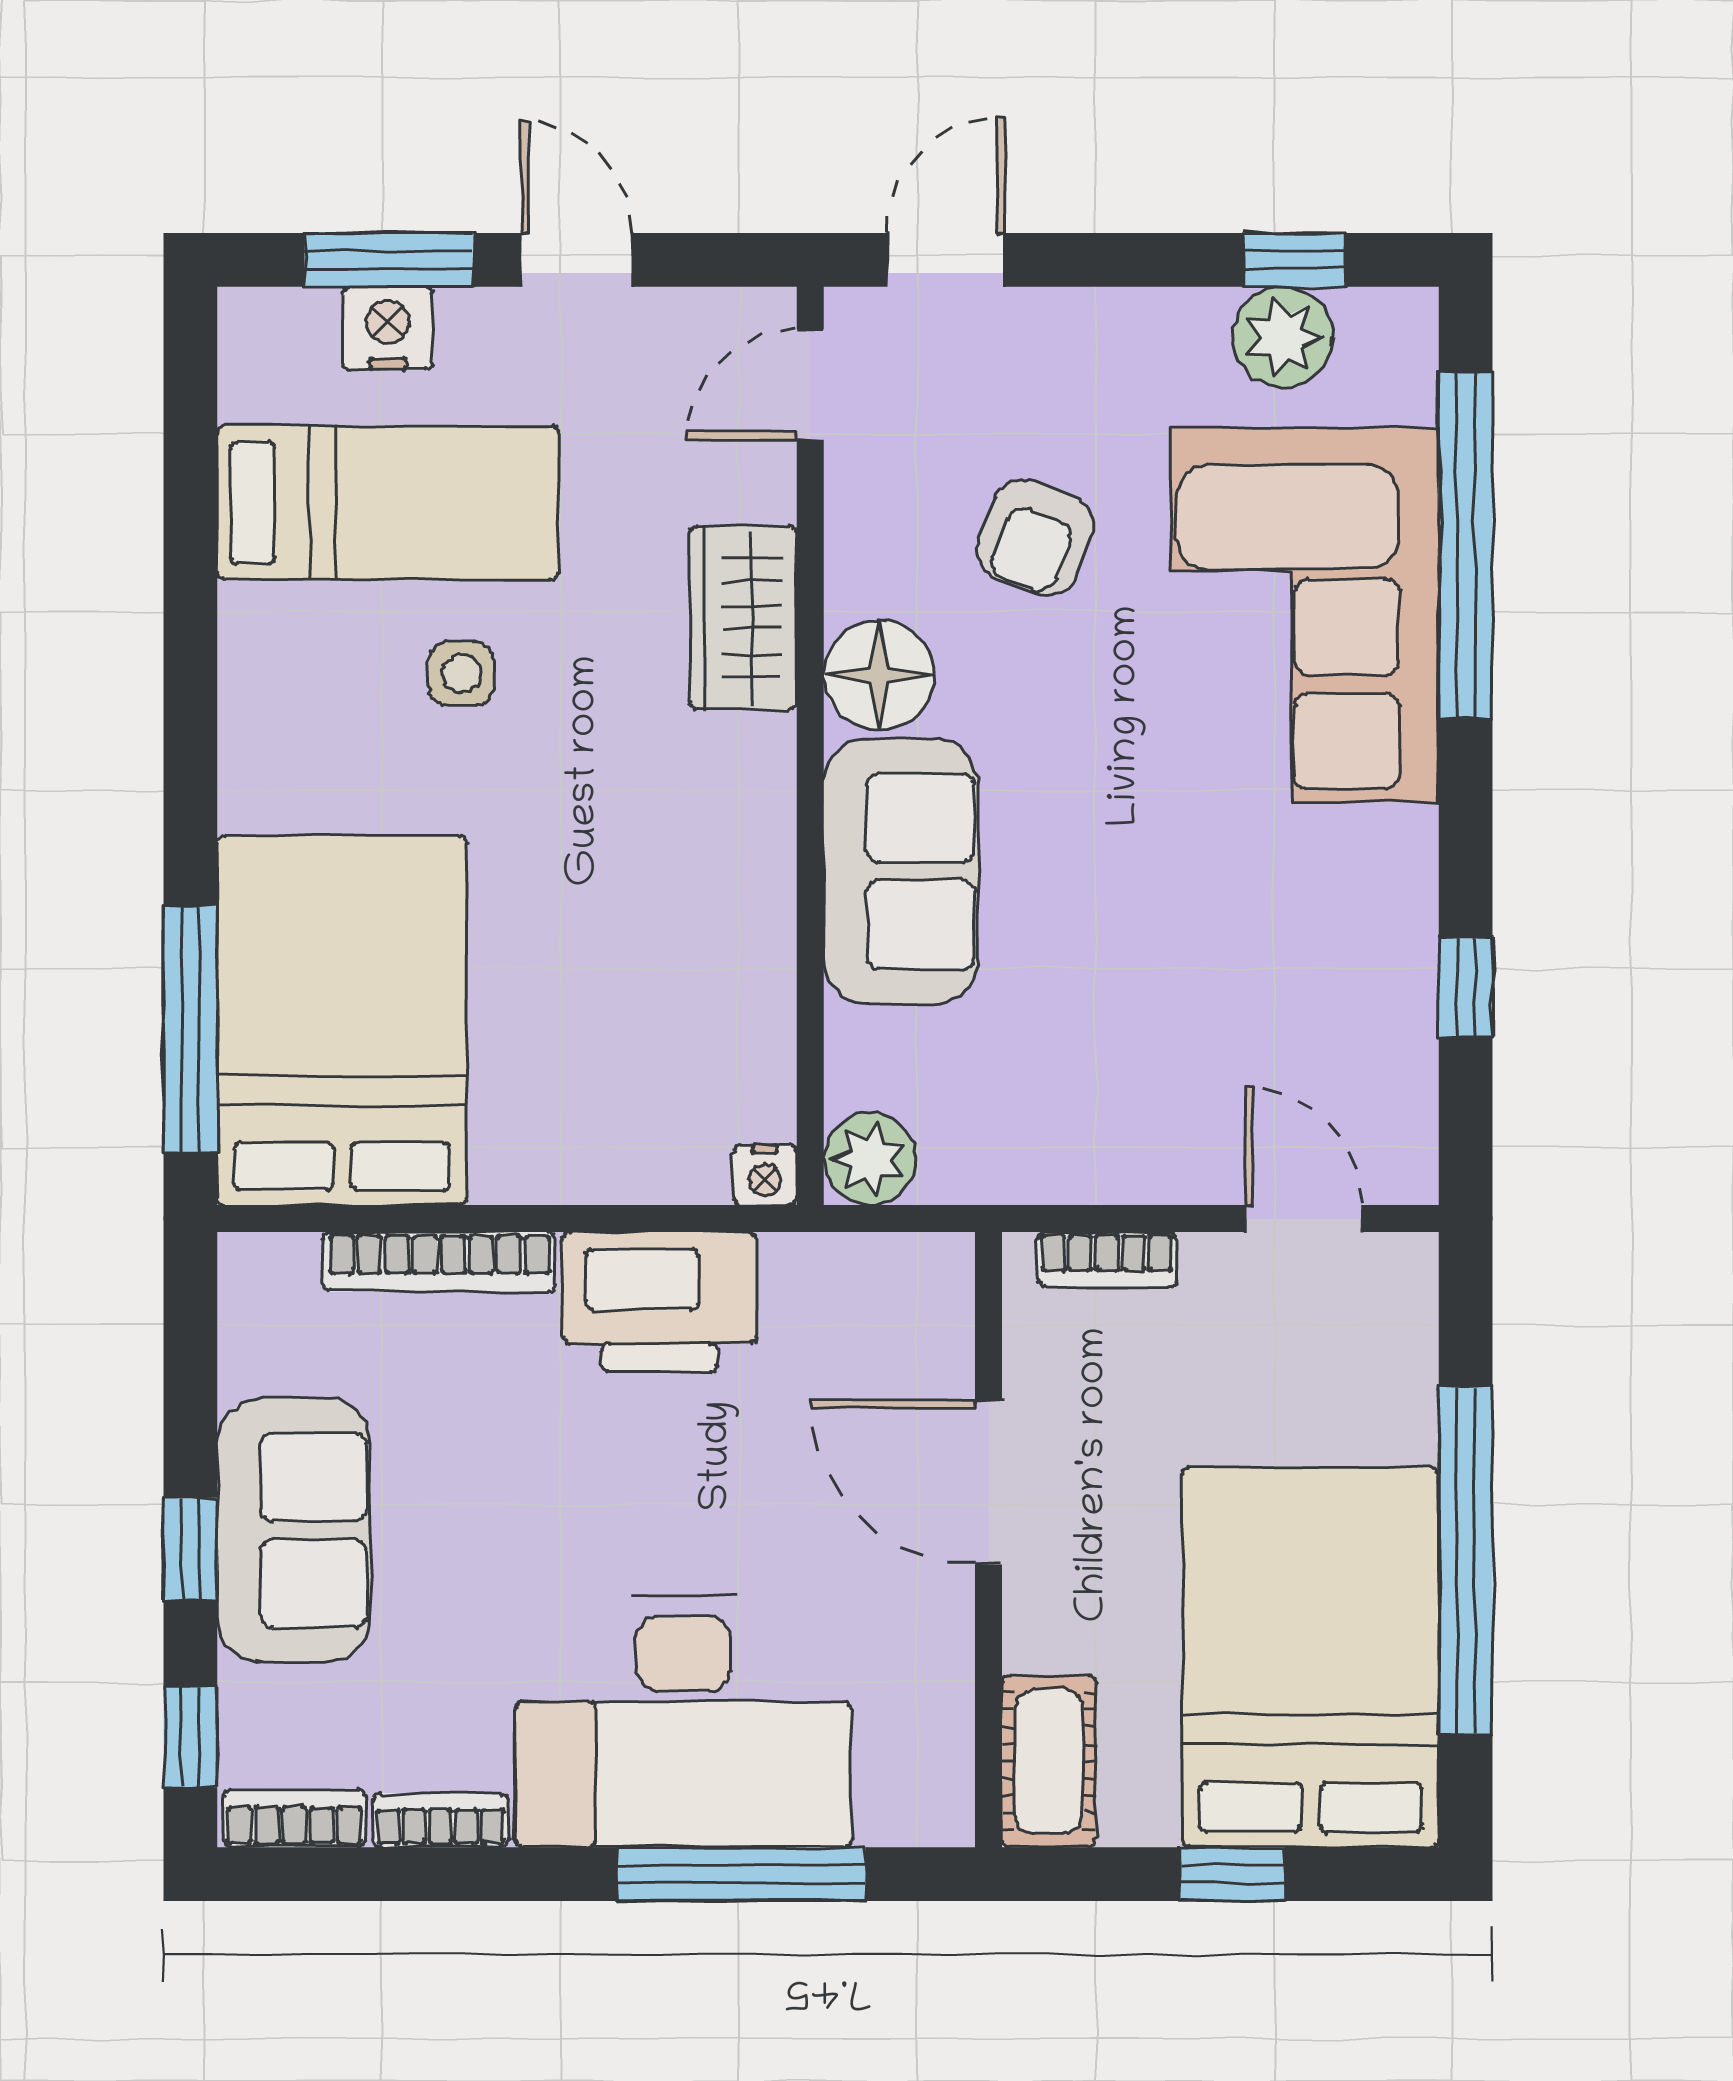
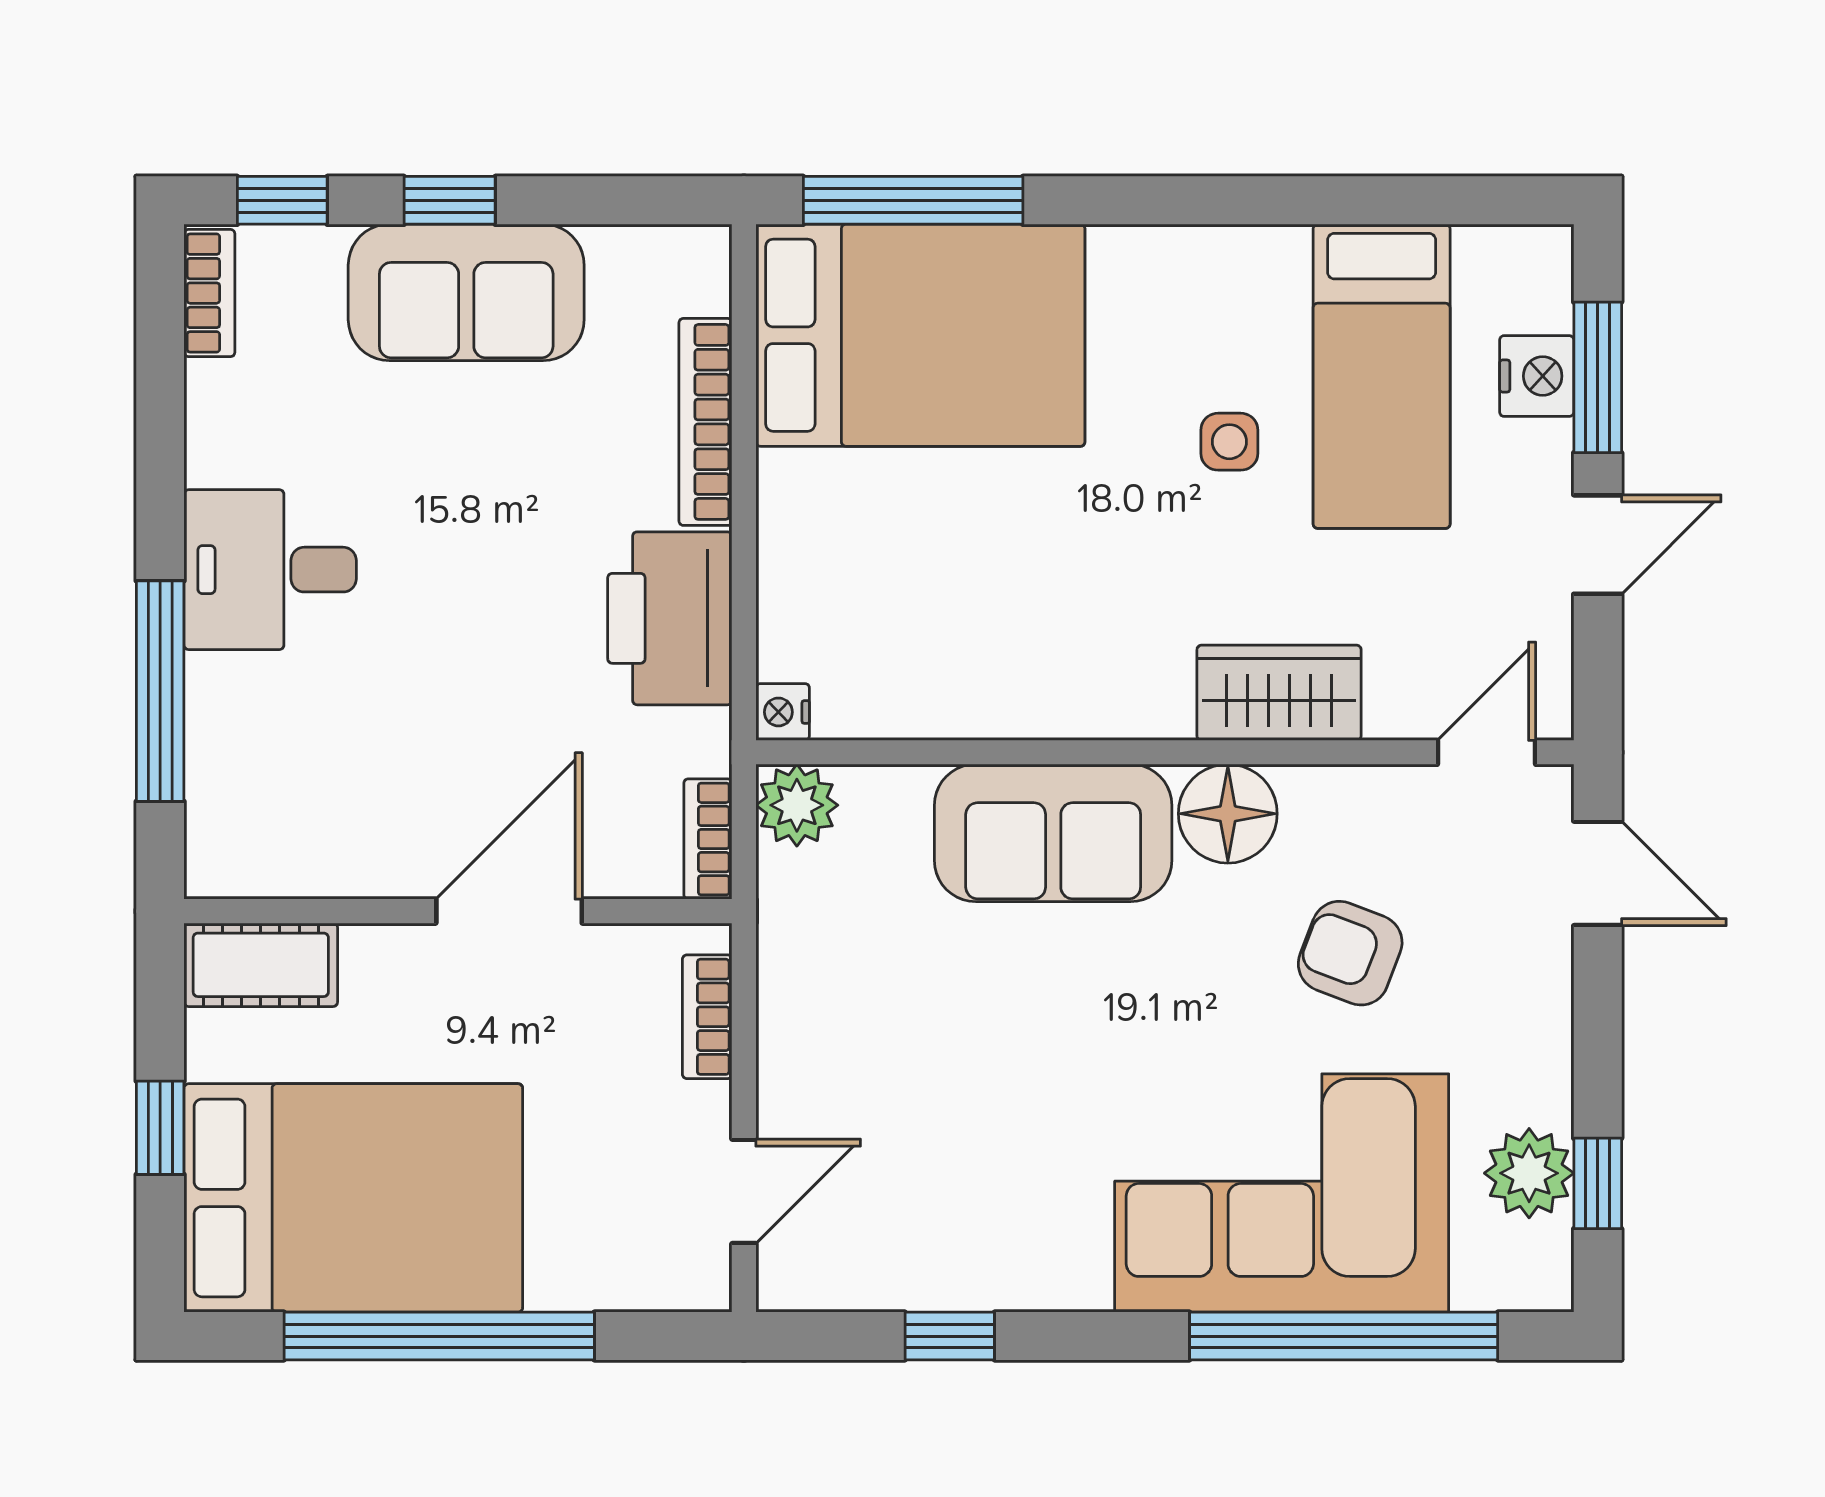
door: (810, 385) -> (1487, 752), hinge flipped
desk: (683, 1721) -> (270, 570), width x0.53, depth x0.77
bookcase: (441, 1820) -> (708, 839), moved, turned 180

